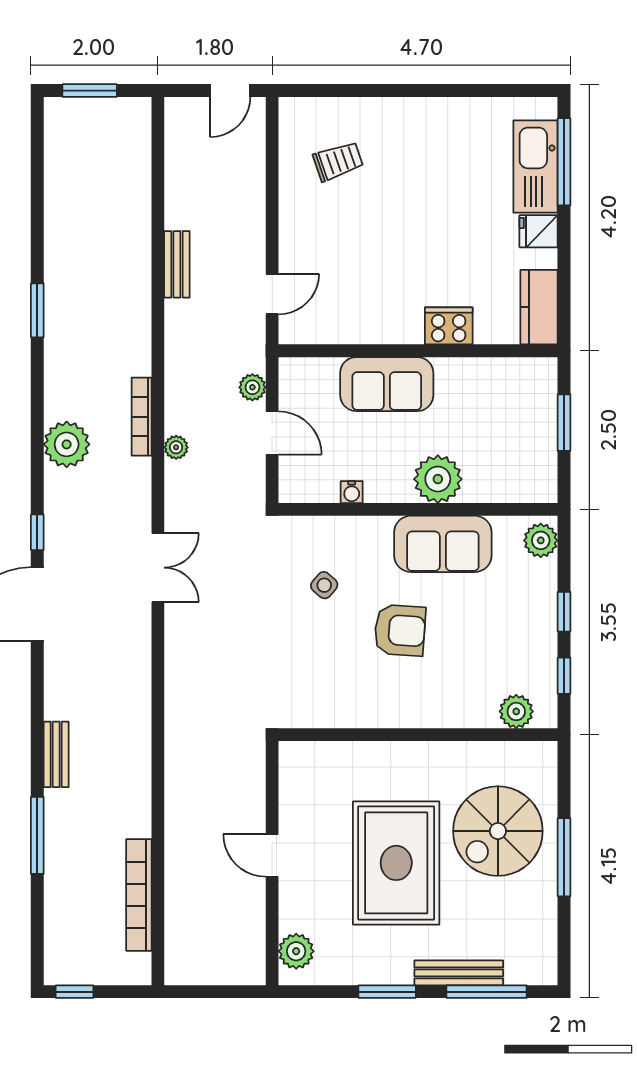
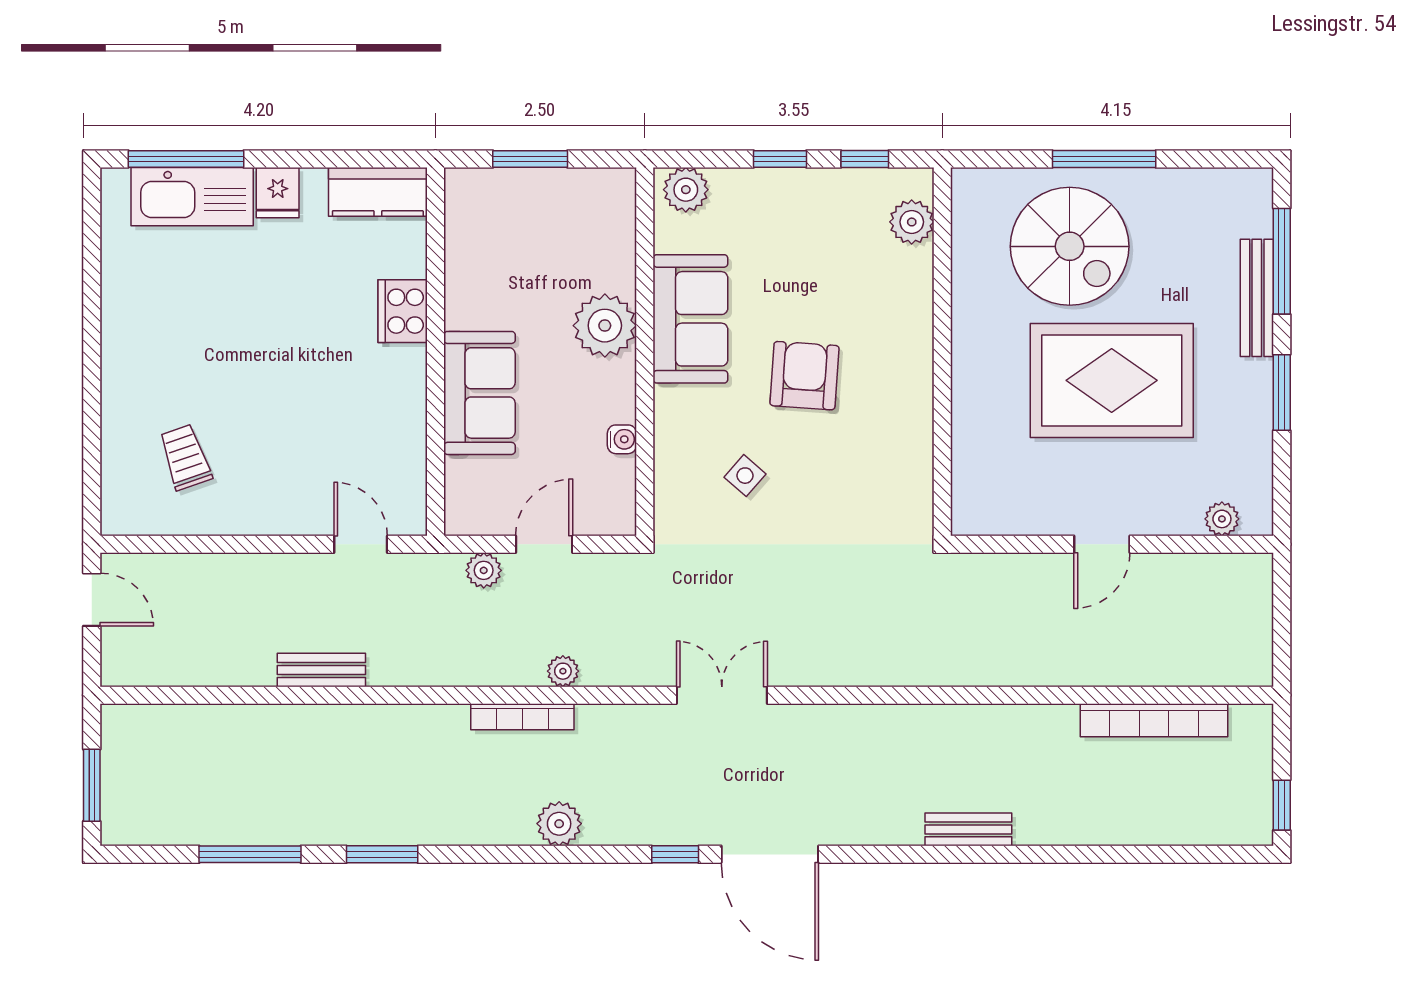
plant: (67, 444) -> (559, 824), width x0.73, depth x0.73
window: (37, 835) -> (250, 854), moved
plant: (296, 951) -> (1222, 519), width x0.73, depth x0.73

